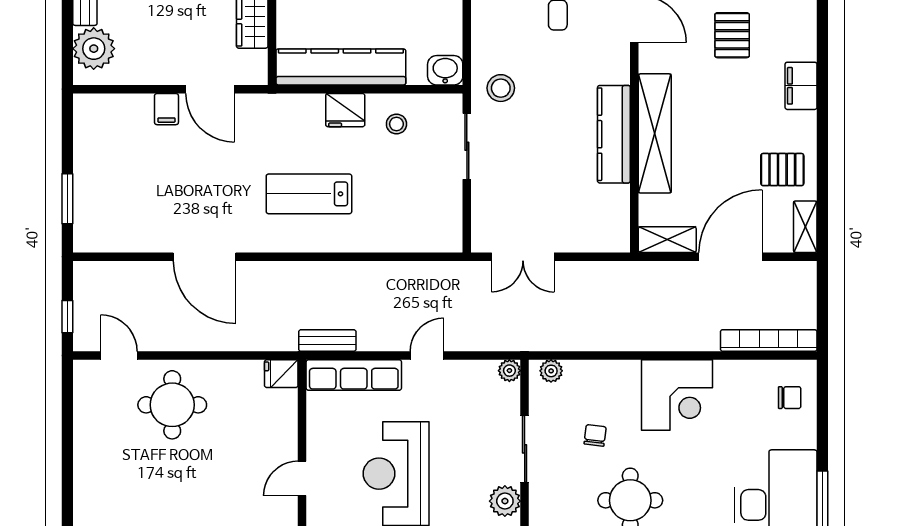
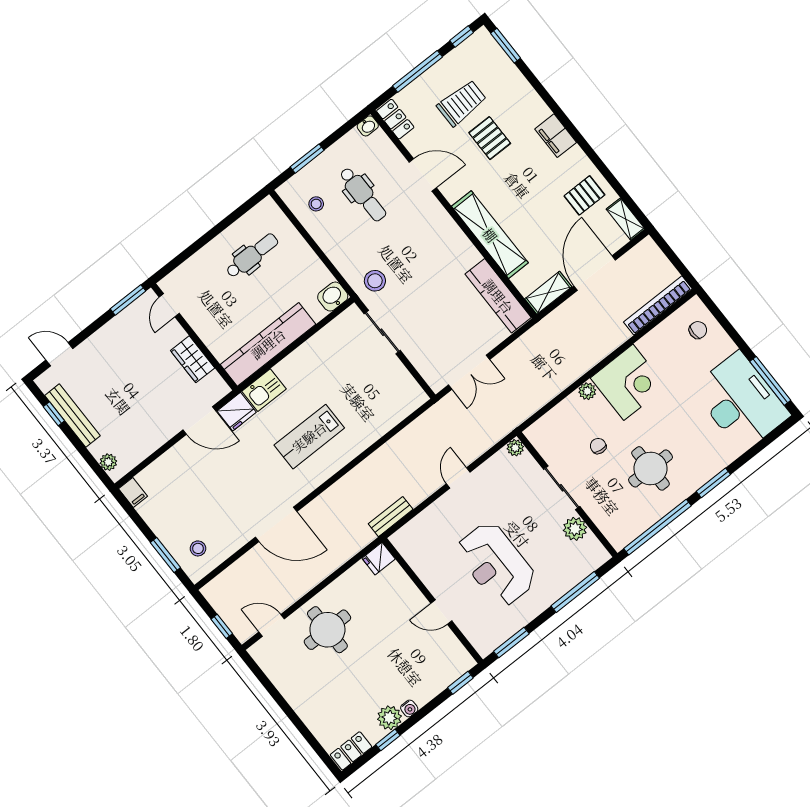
plant: (94, 49) -> (108, 462), width x0.53, depth x0.53
filing cabinet: (166, 109) -> (133, 492), moved
kitchen sink: (300, 110) -> (264, 390), added
fridge: (345, 110) -> (237, 412), moved
stool: (396, 124) -> (198, 548), moved
kitchen counter: (614, 134) -> (498, 296), moved
plant: (551, 371) -> (587, 391), moved
row of seats: (354, 375) -> (423, 525), removed
door: (302, 478) -> (441, 612), hinge flipped

